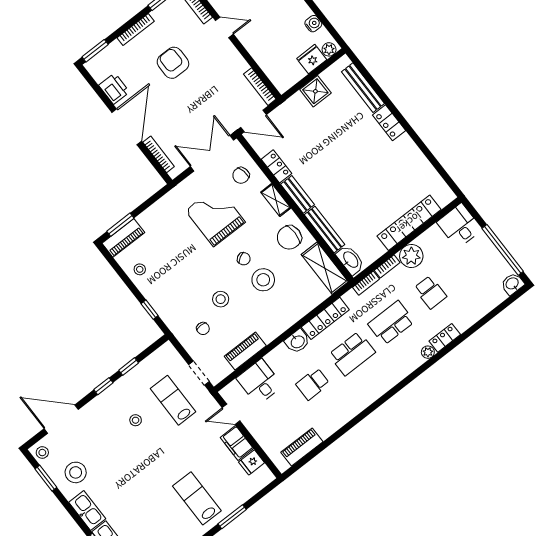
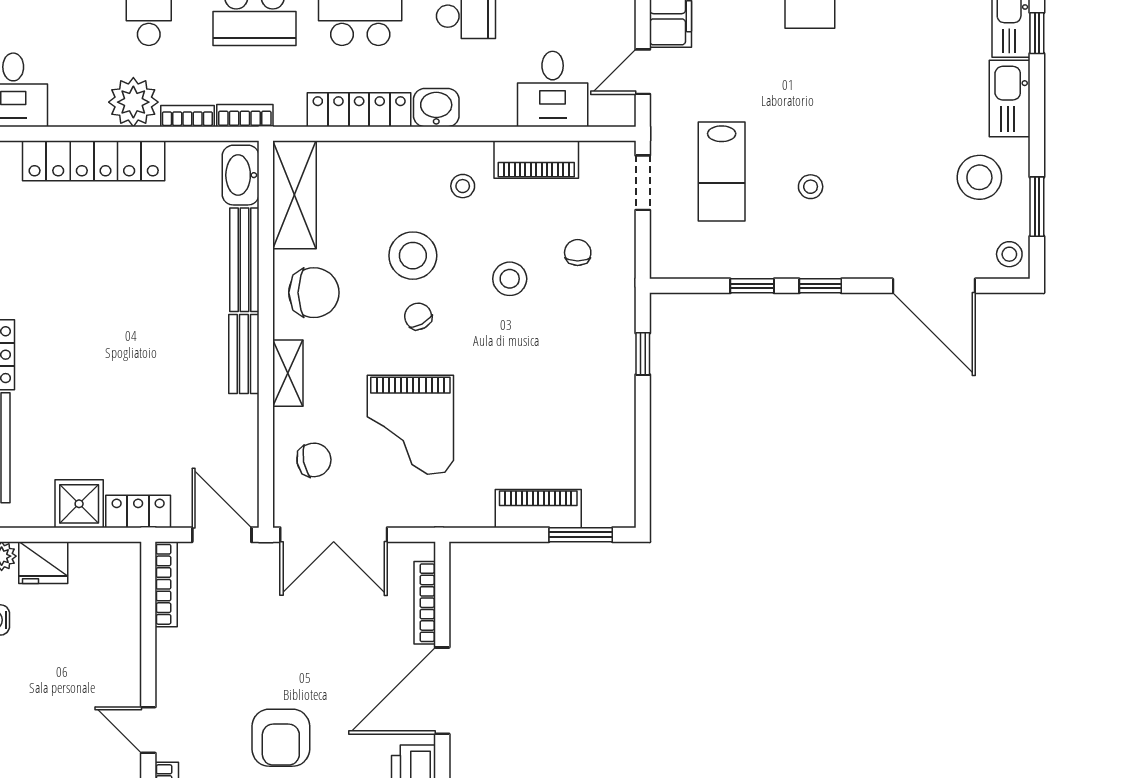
locker: (276, 166) -> (138, 512), moved, turned 90
piano: (123, 238) -> (538, 509), moved
stool: (140, 269) -> (463, 186), moved
door: (231, 414) -> (643, 72), swing flipped

